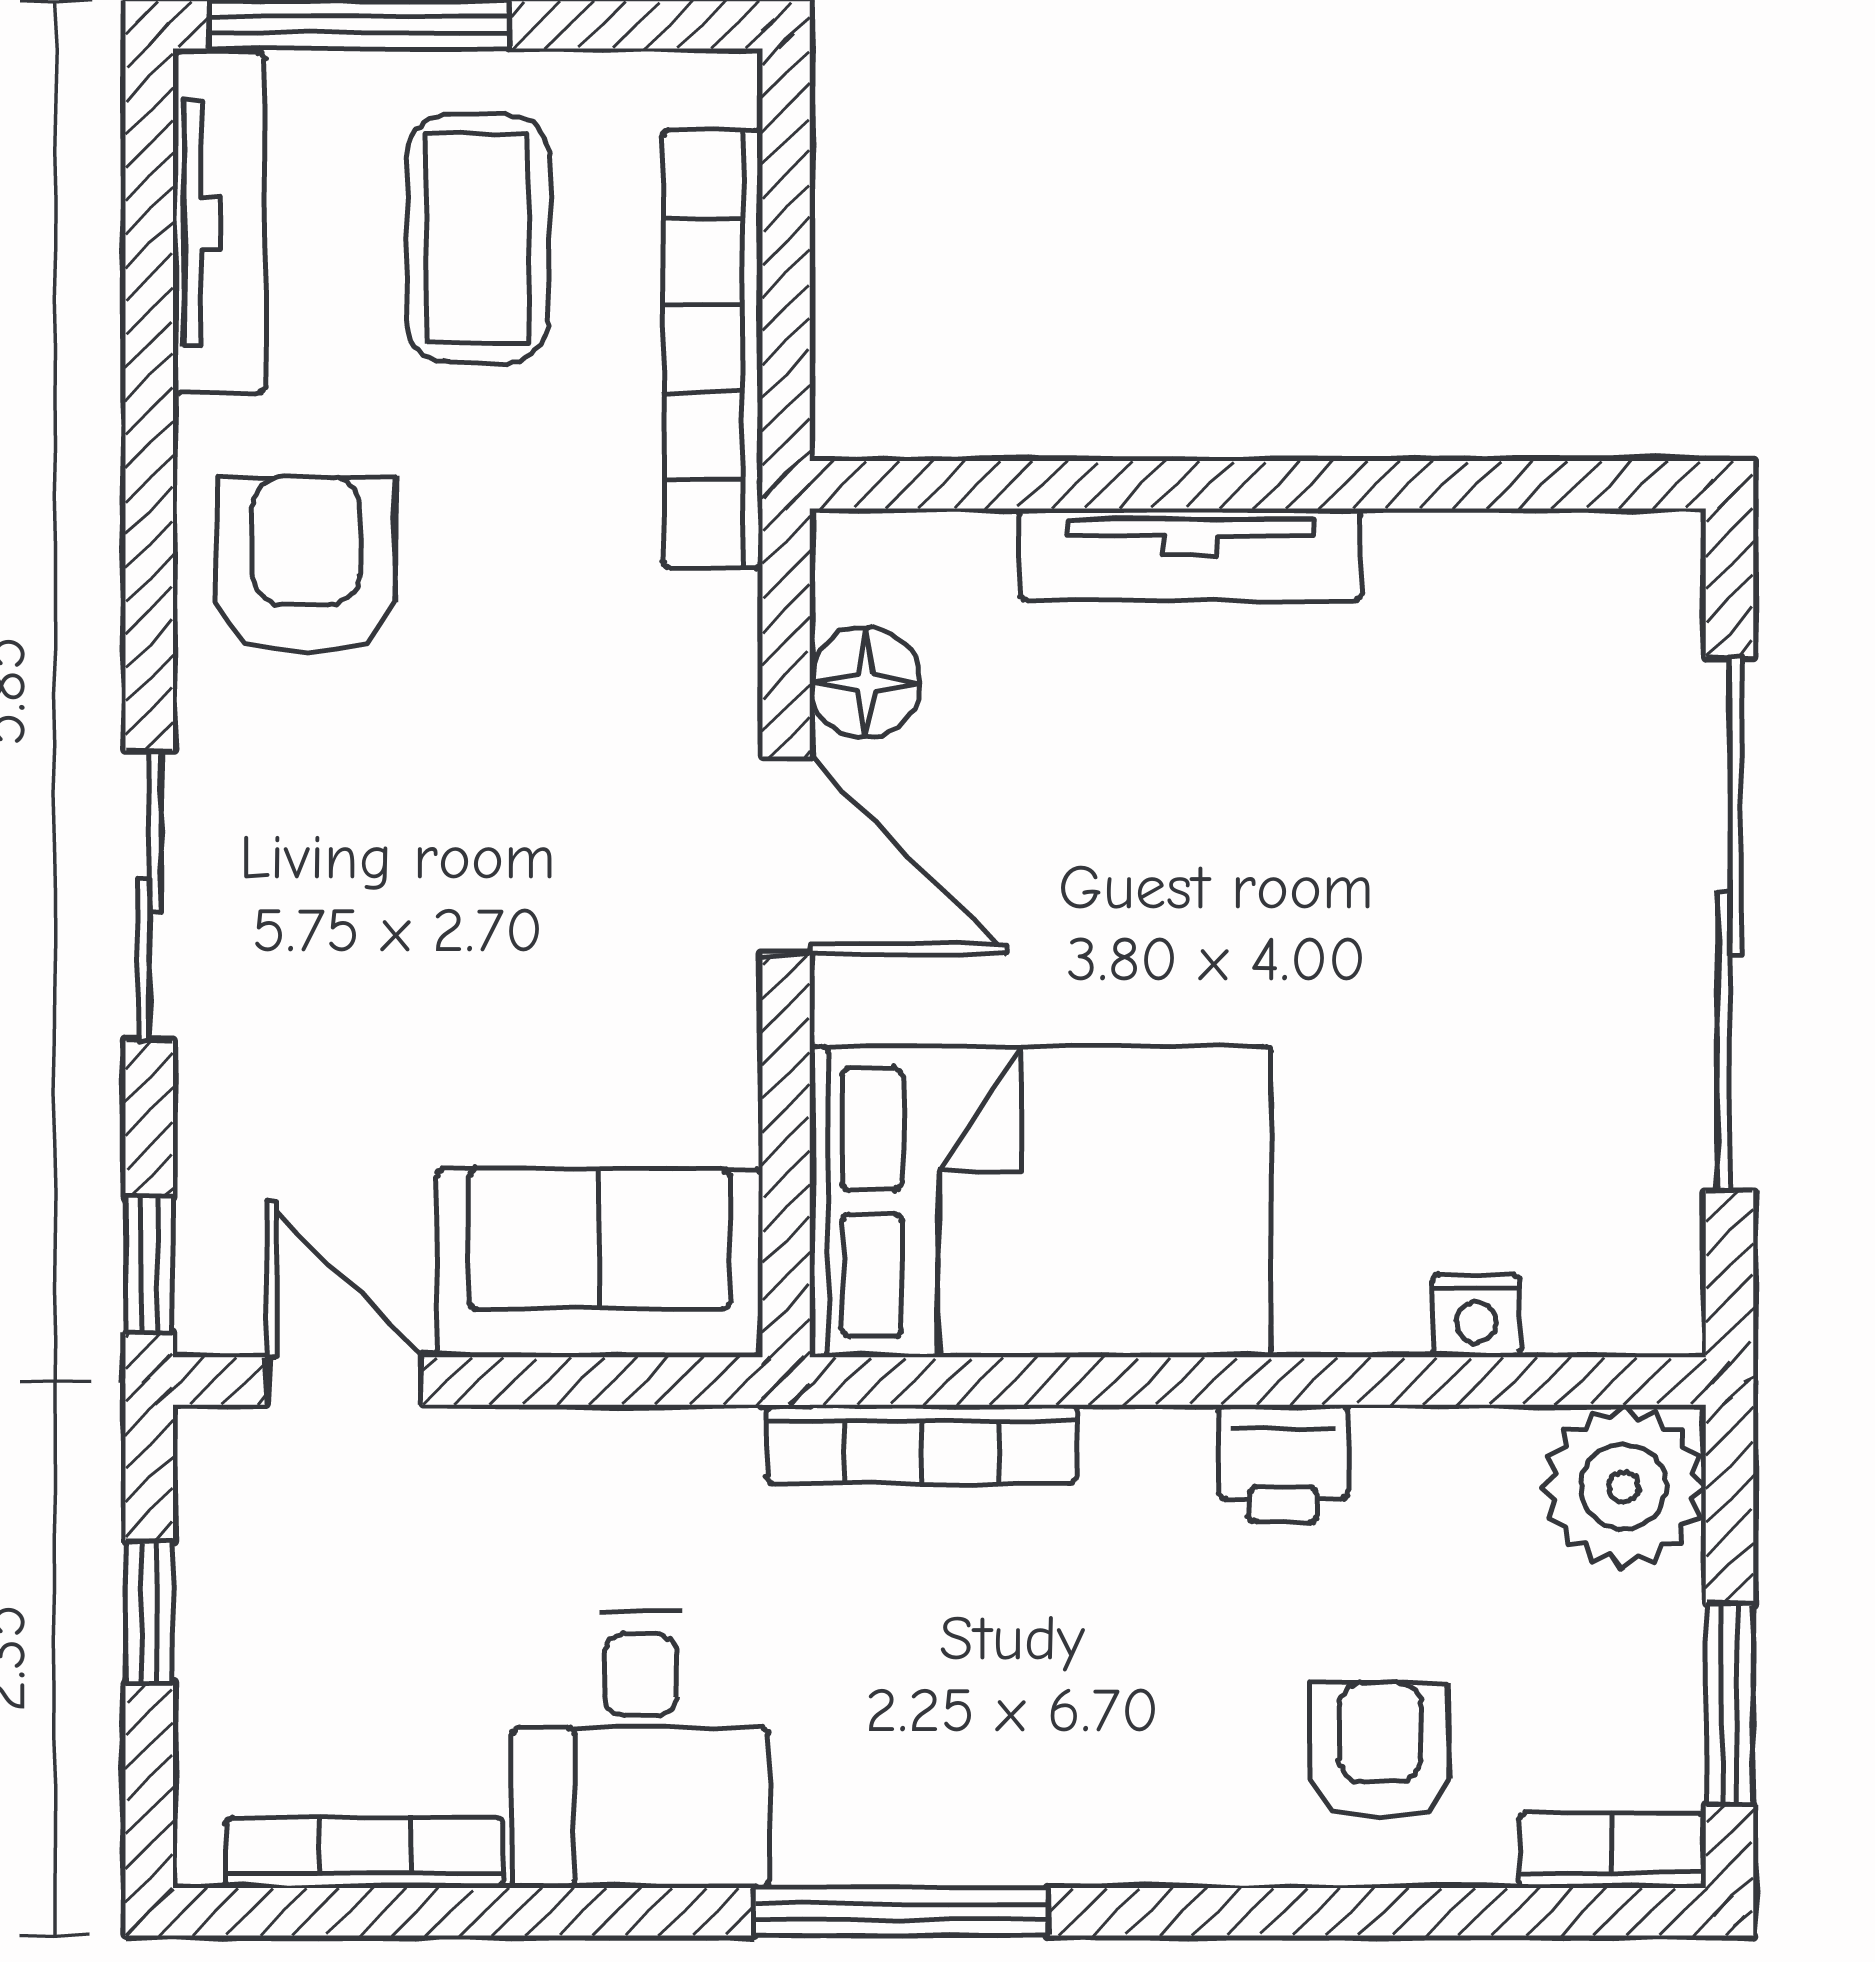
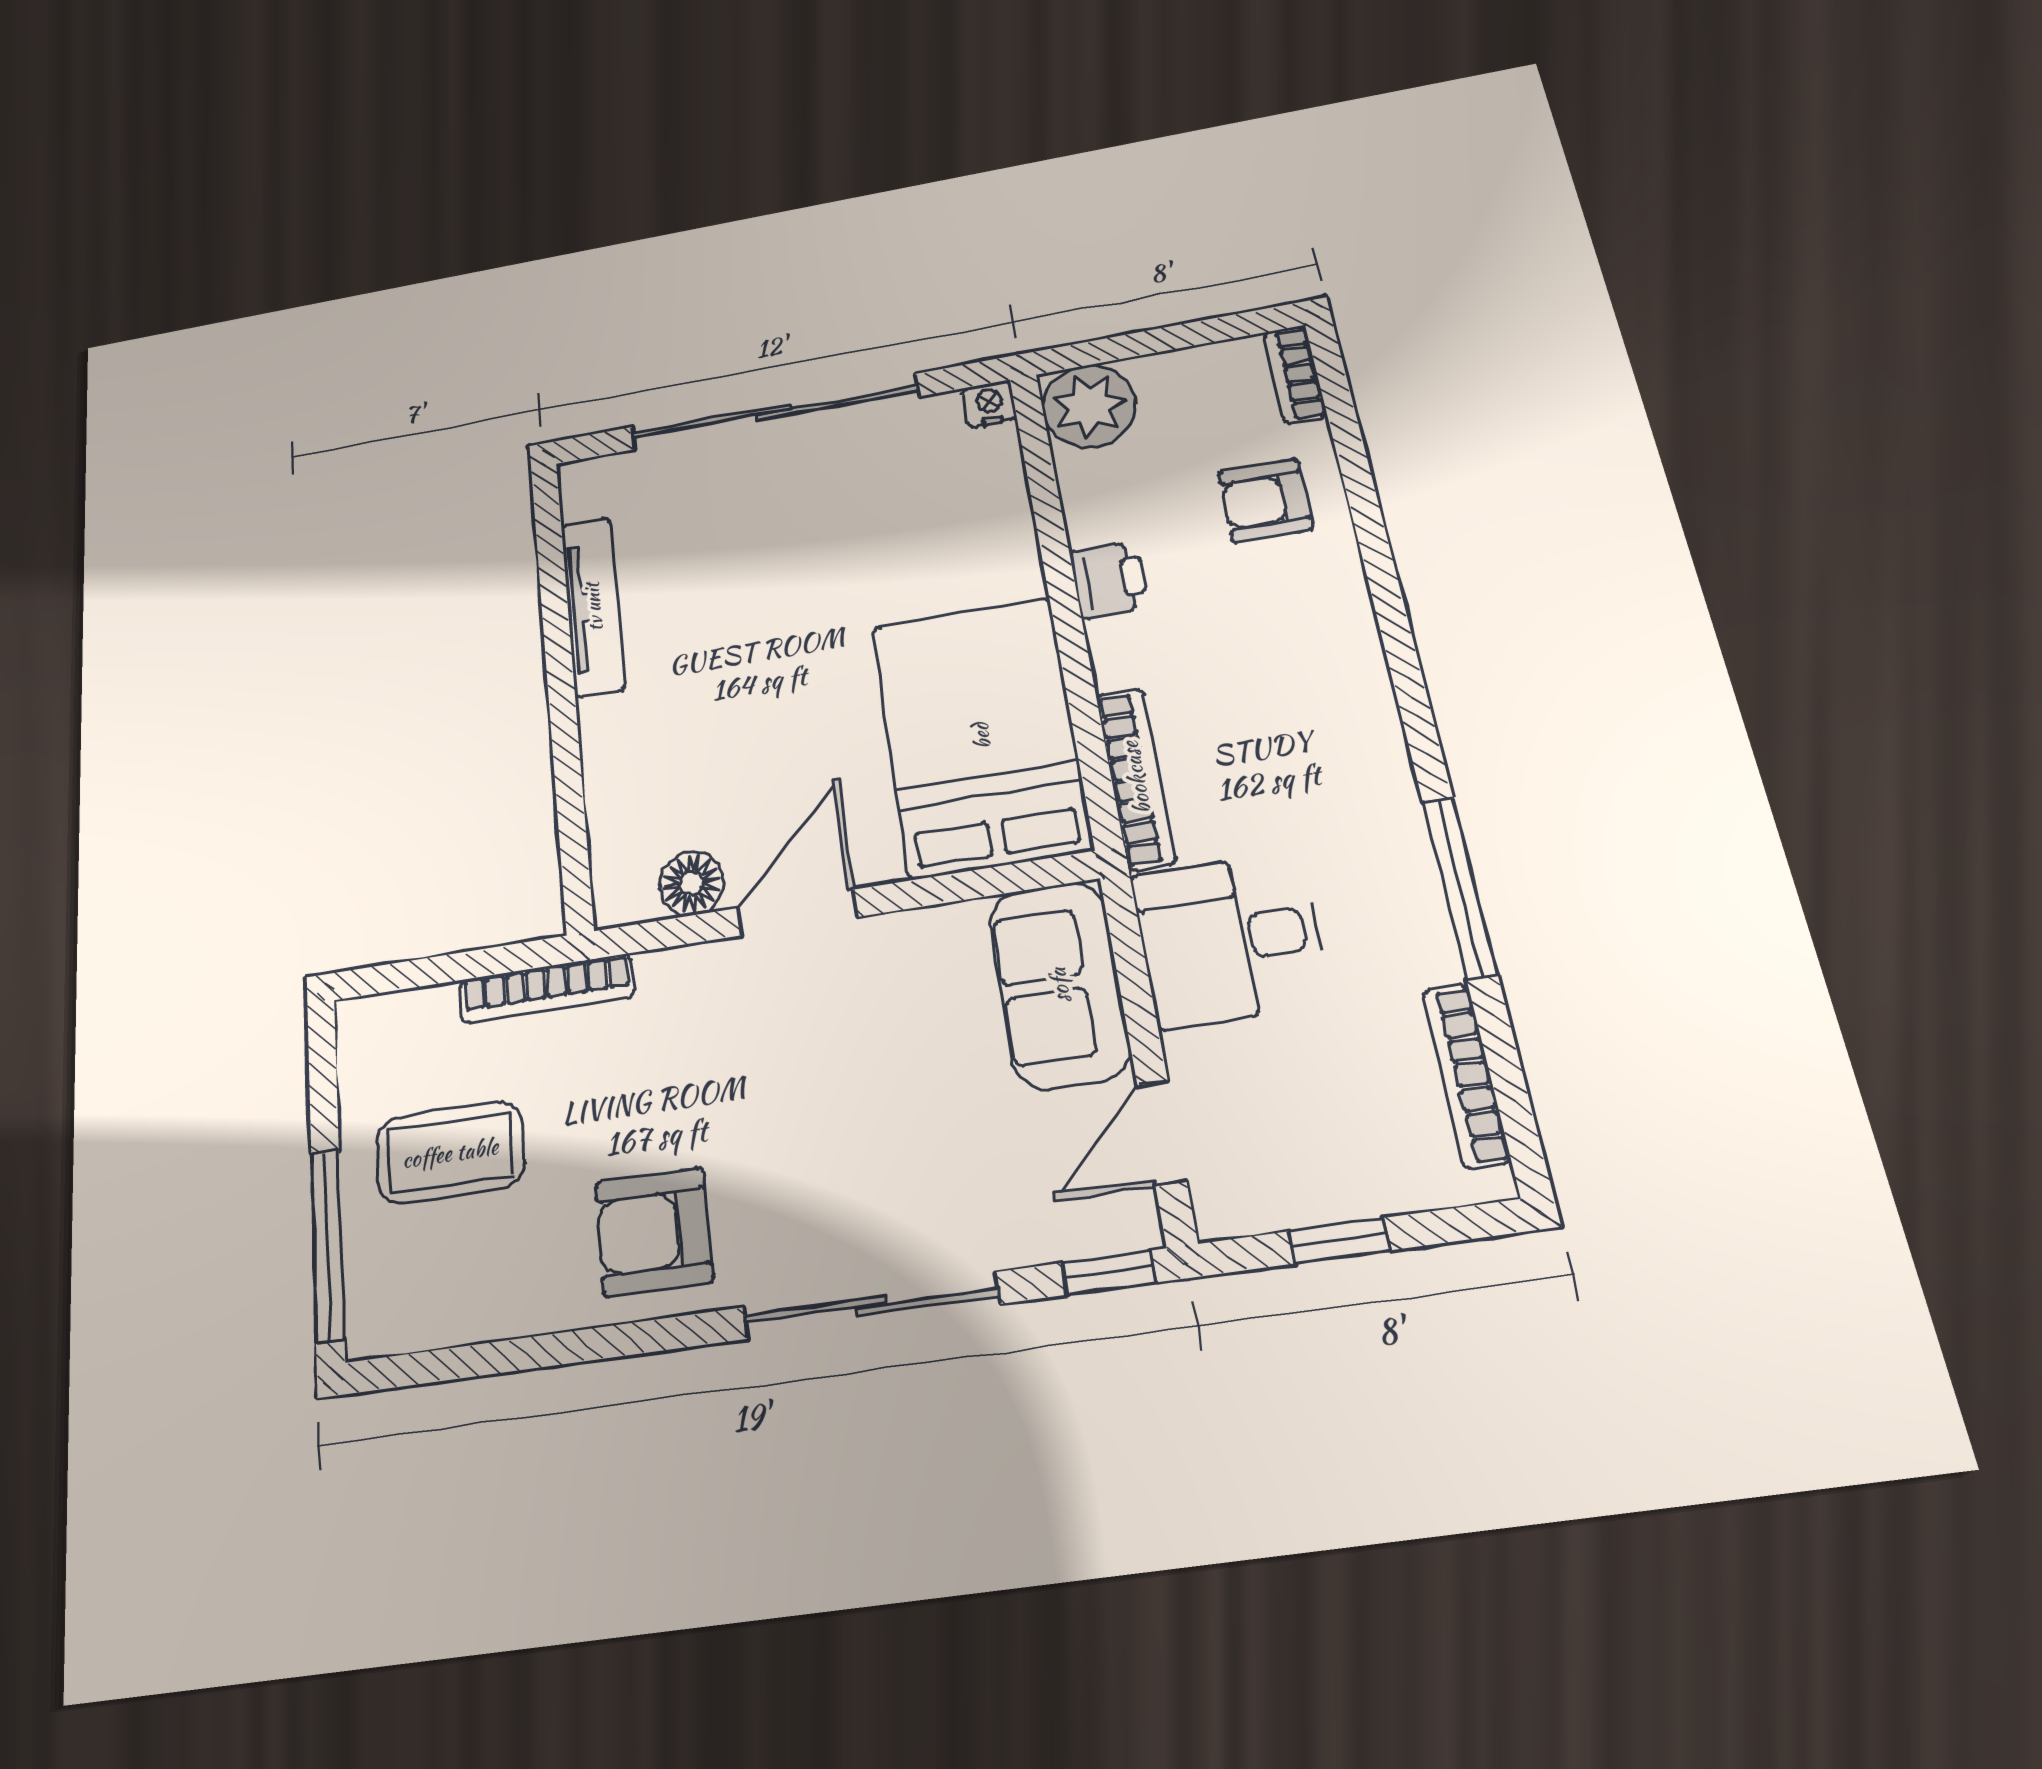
tv unit: (219, 223) -> (449, 1318), removed
bookcase: (713, 349) -> (547, 989), width x0.68, depth x0.76
tv unit: (1191, 555) -> (593, 607), moved
sliding door: (149, 896) -> (871, 1306), width x1.37
nightstand: (1476, 1316) -> (990, 404), moved, turned -90
window: (1730, 1704) -> (1199, 333), removed
desk: (641, 1750) -> (1230, 940), moved, turned 180
window: (901, 1912) -> (1460, 888), moved

